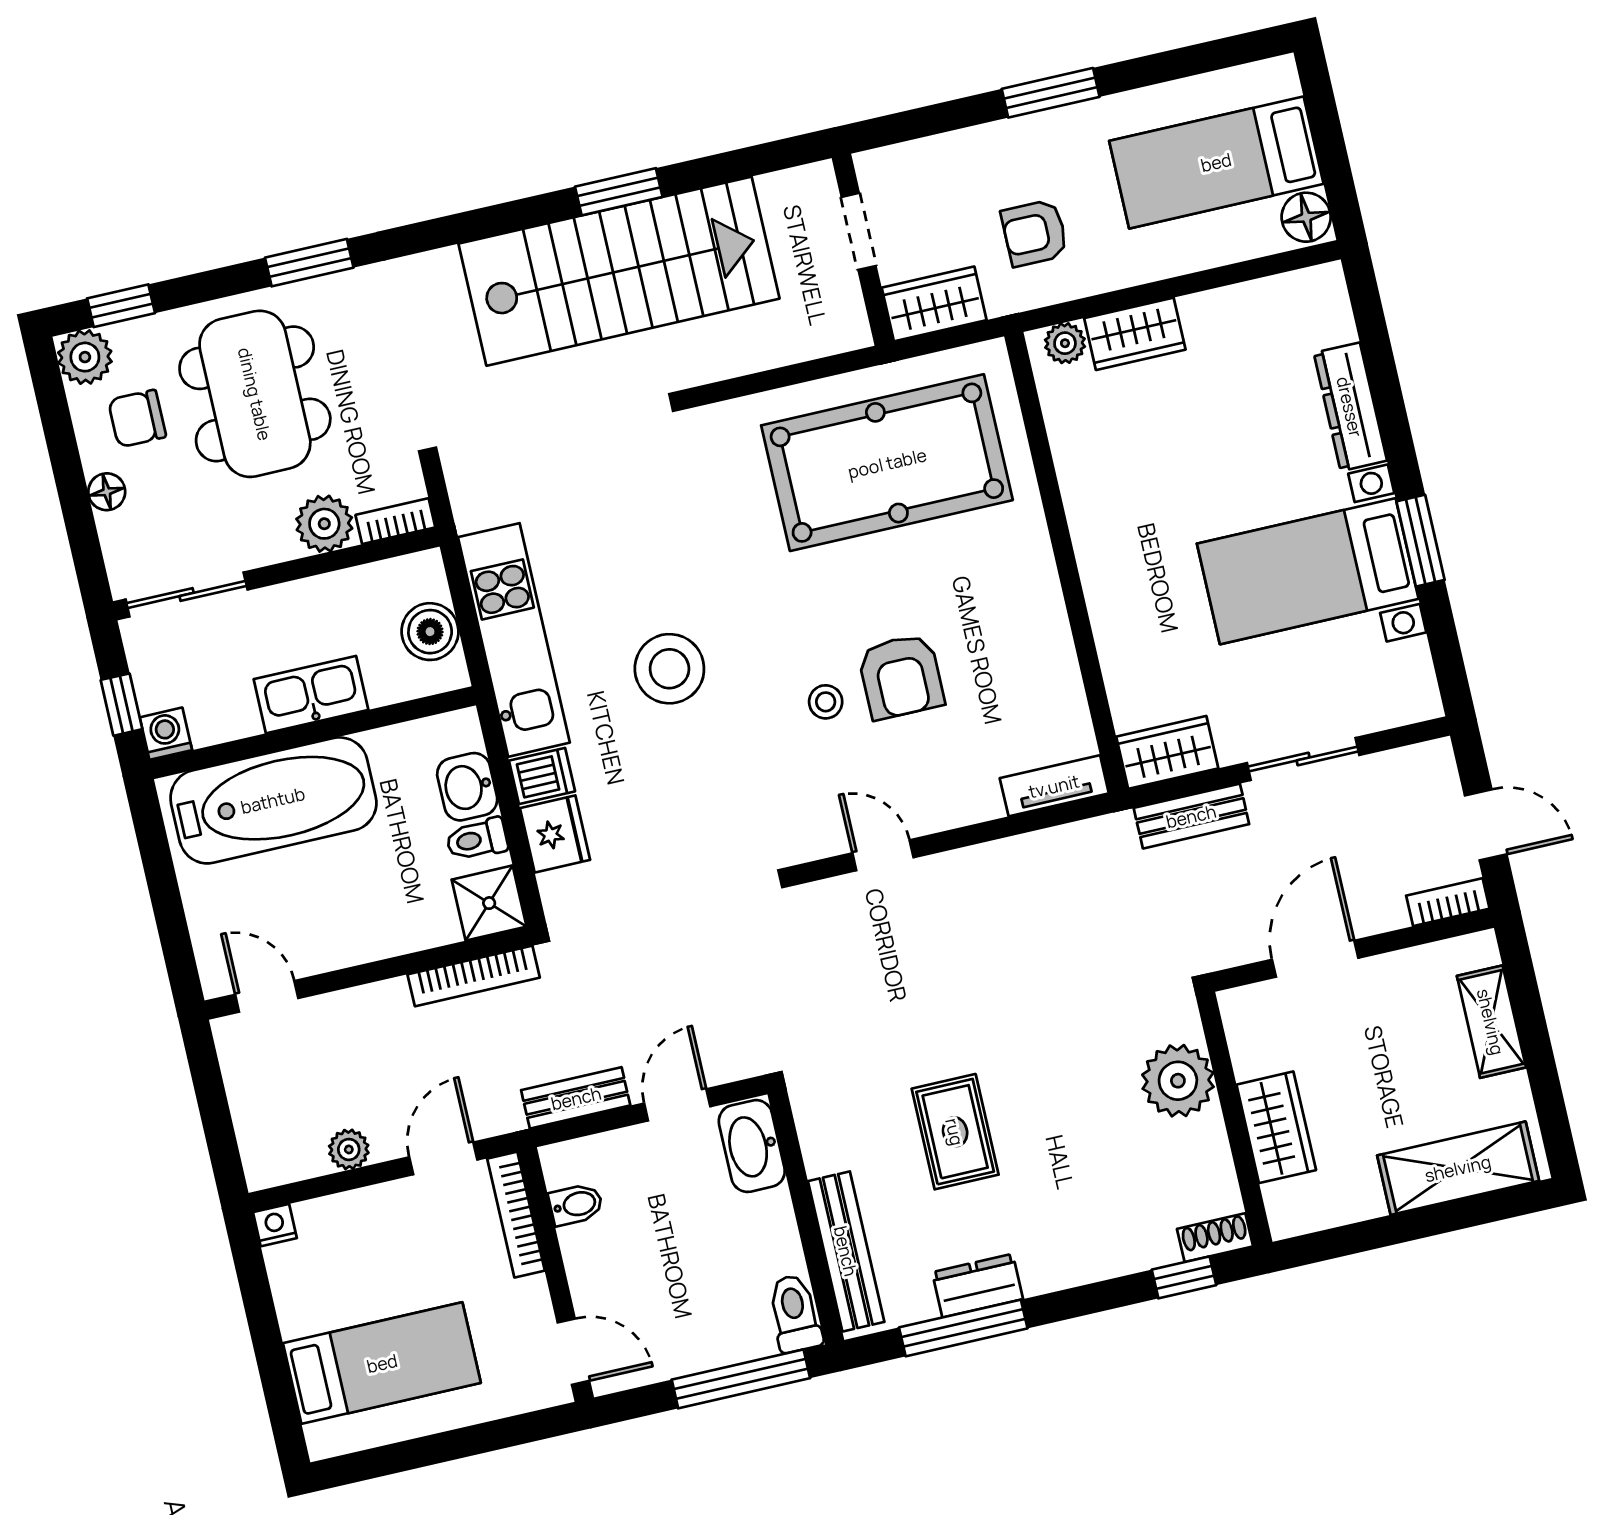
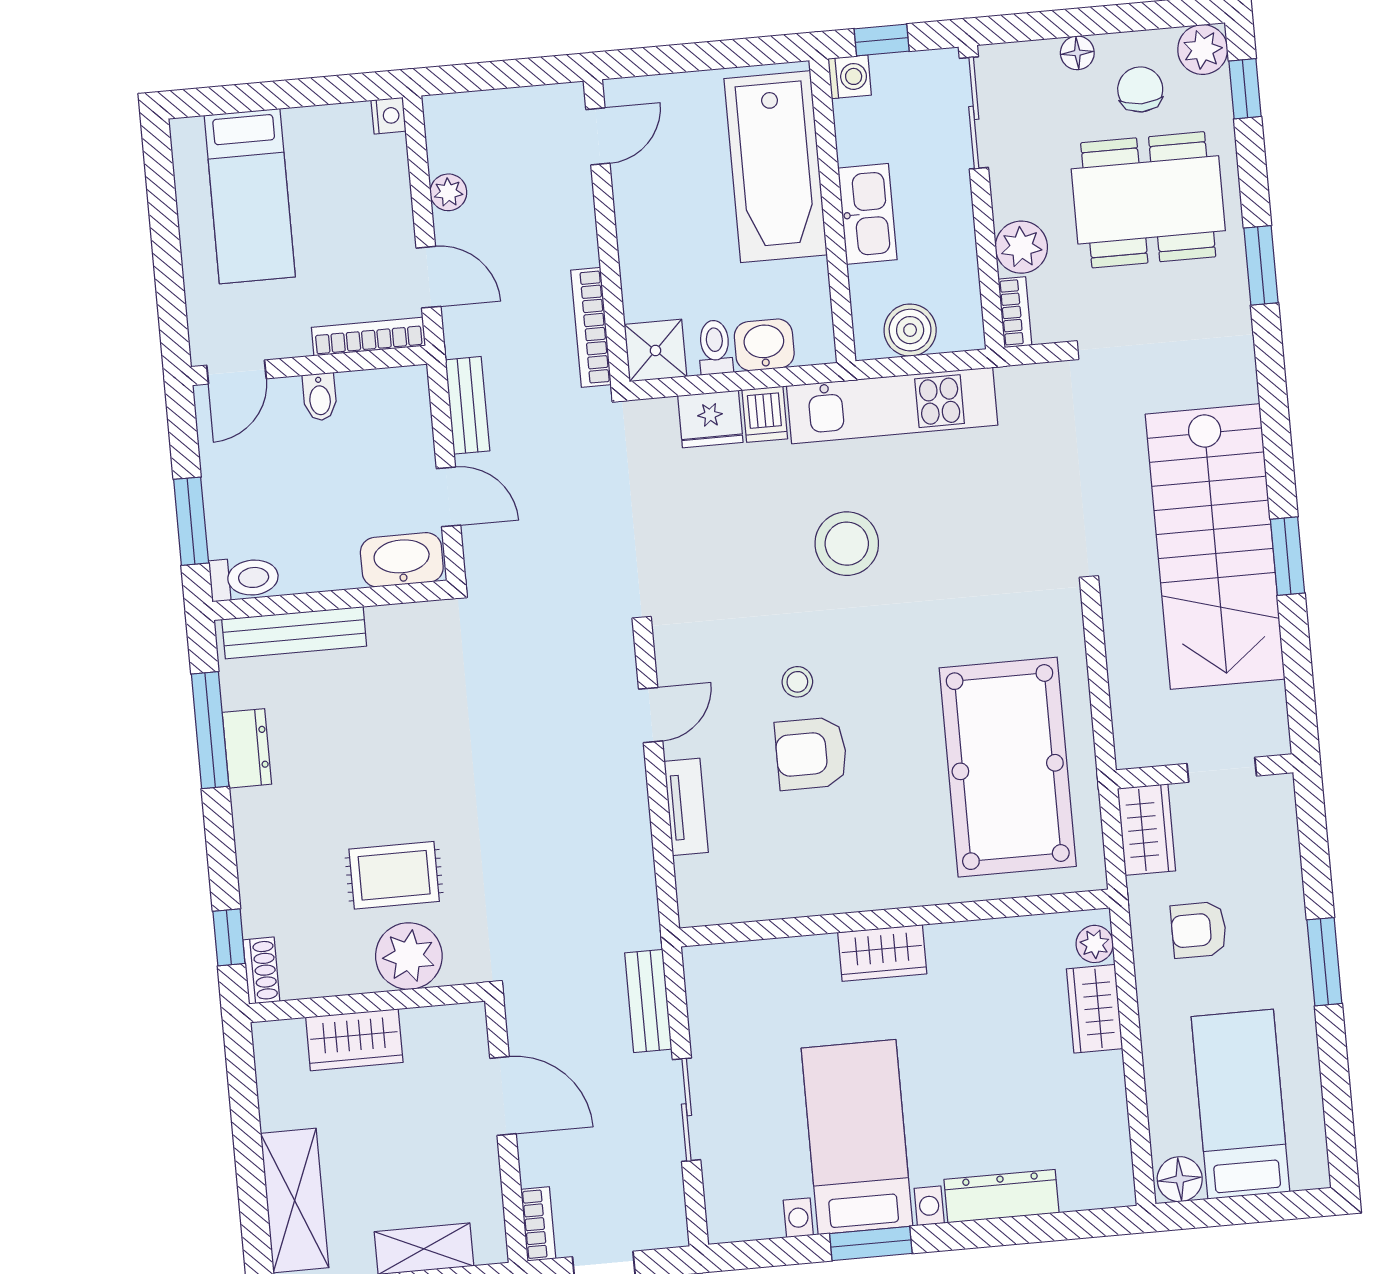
armchair: (1035, 233) -> (1199, 930), turned -90
wardrobe: (1167, 752) -> (882, 953), moved, turned 90
tv unit: (1054, 786) -> (686, 807), moved
rug: (955, 1132) -> (394, 875), moved
bidet: (576, 1204) -> (320, 397), moved
window: (741, 1379) -> (191, 521), width x0.69

